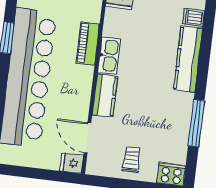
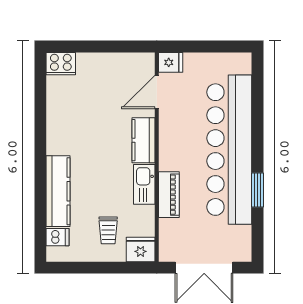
window: (196, 123) -> (40, 123), removed
door: (88, 138) -> (157, 92), swing flipped
trolley: (131, 160) -> (108, 230), moved

